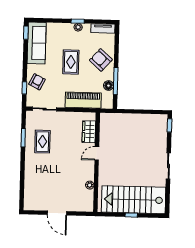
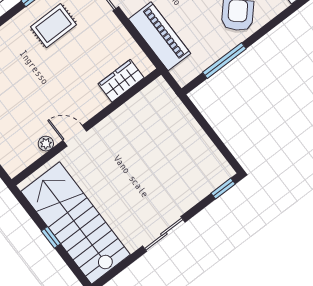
floor lamp: (108, 86) -> (210, 55), removed
door: (97, 153) -> (75, 136), moved

